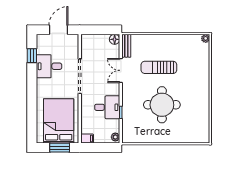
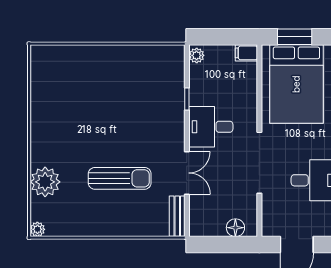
floor lamp: (115, 39) -> (235, 228), moved
plant: (201, 65) -> (45, 182), added
round table: (162, 105) -> (114, 112), removed
desk: (107, 107) -> (211, 127), moved

